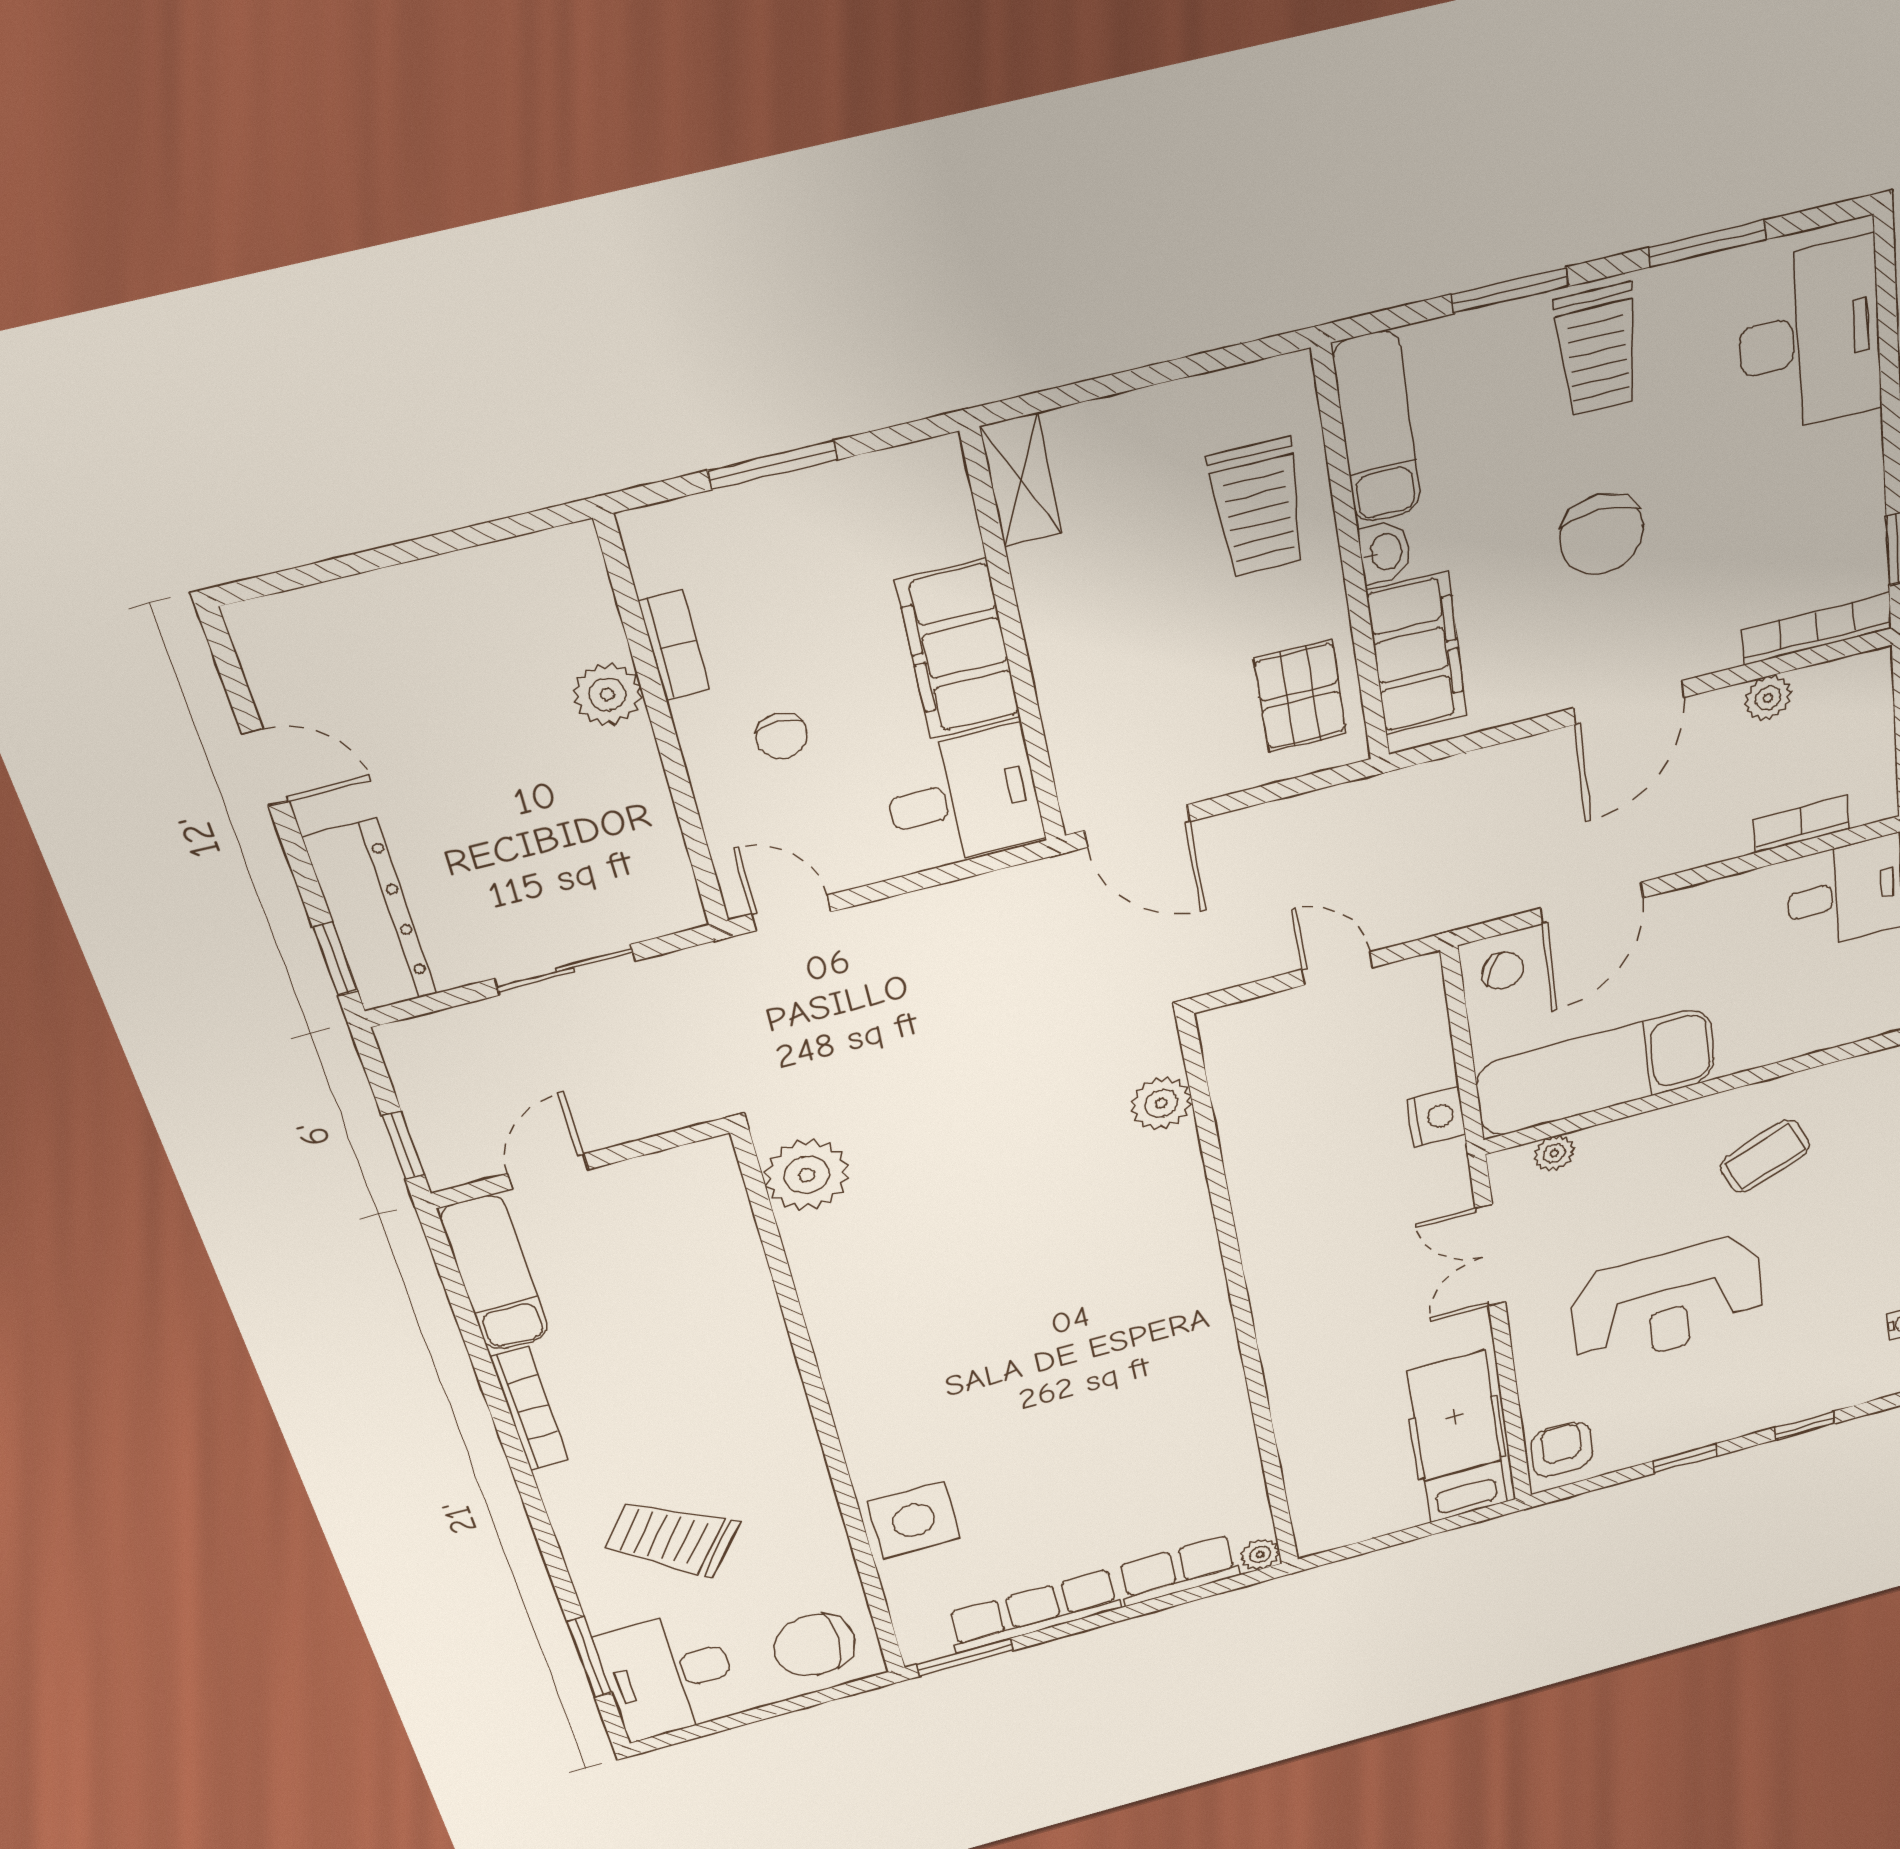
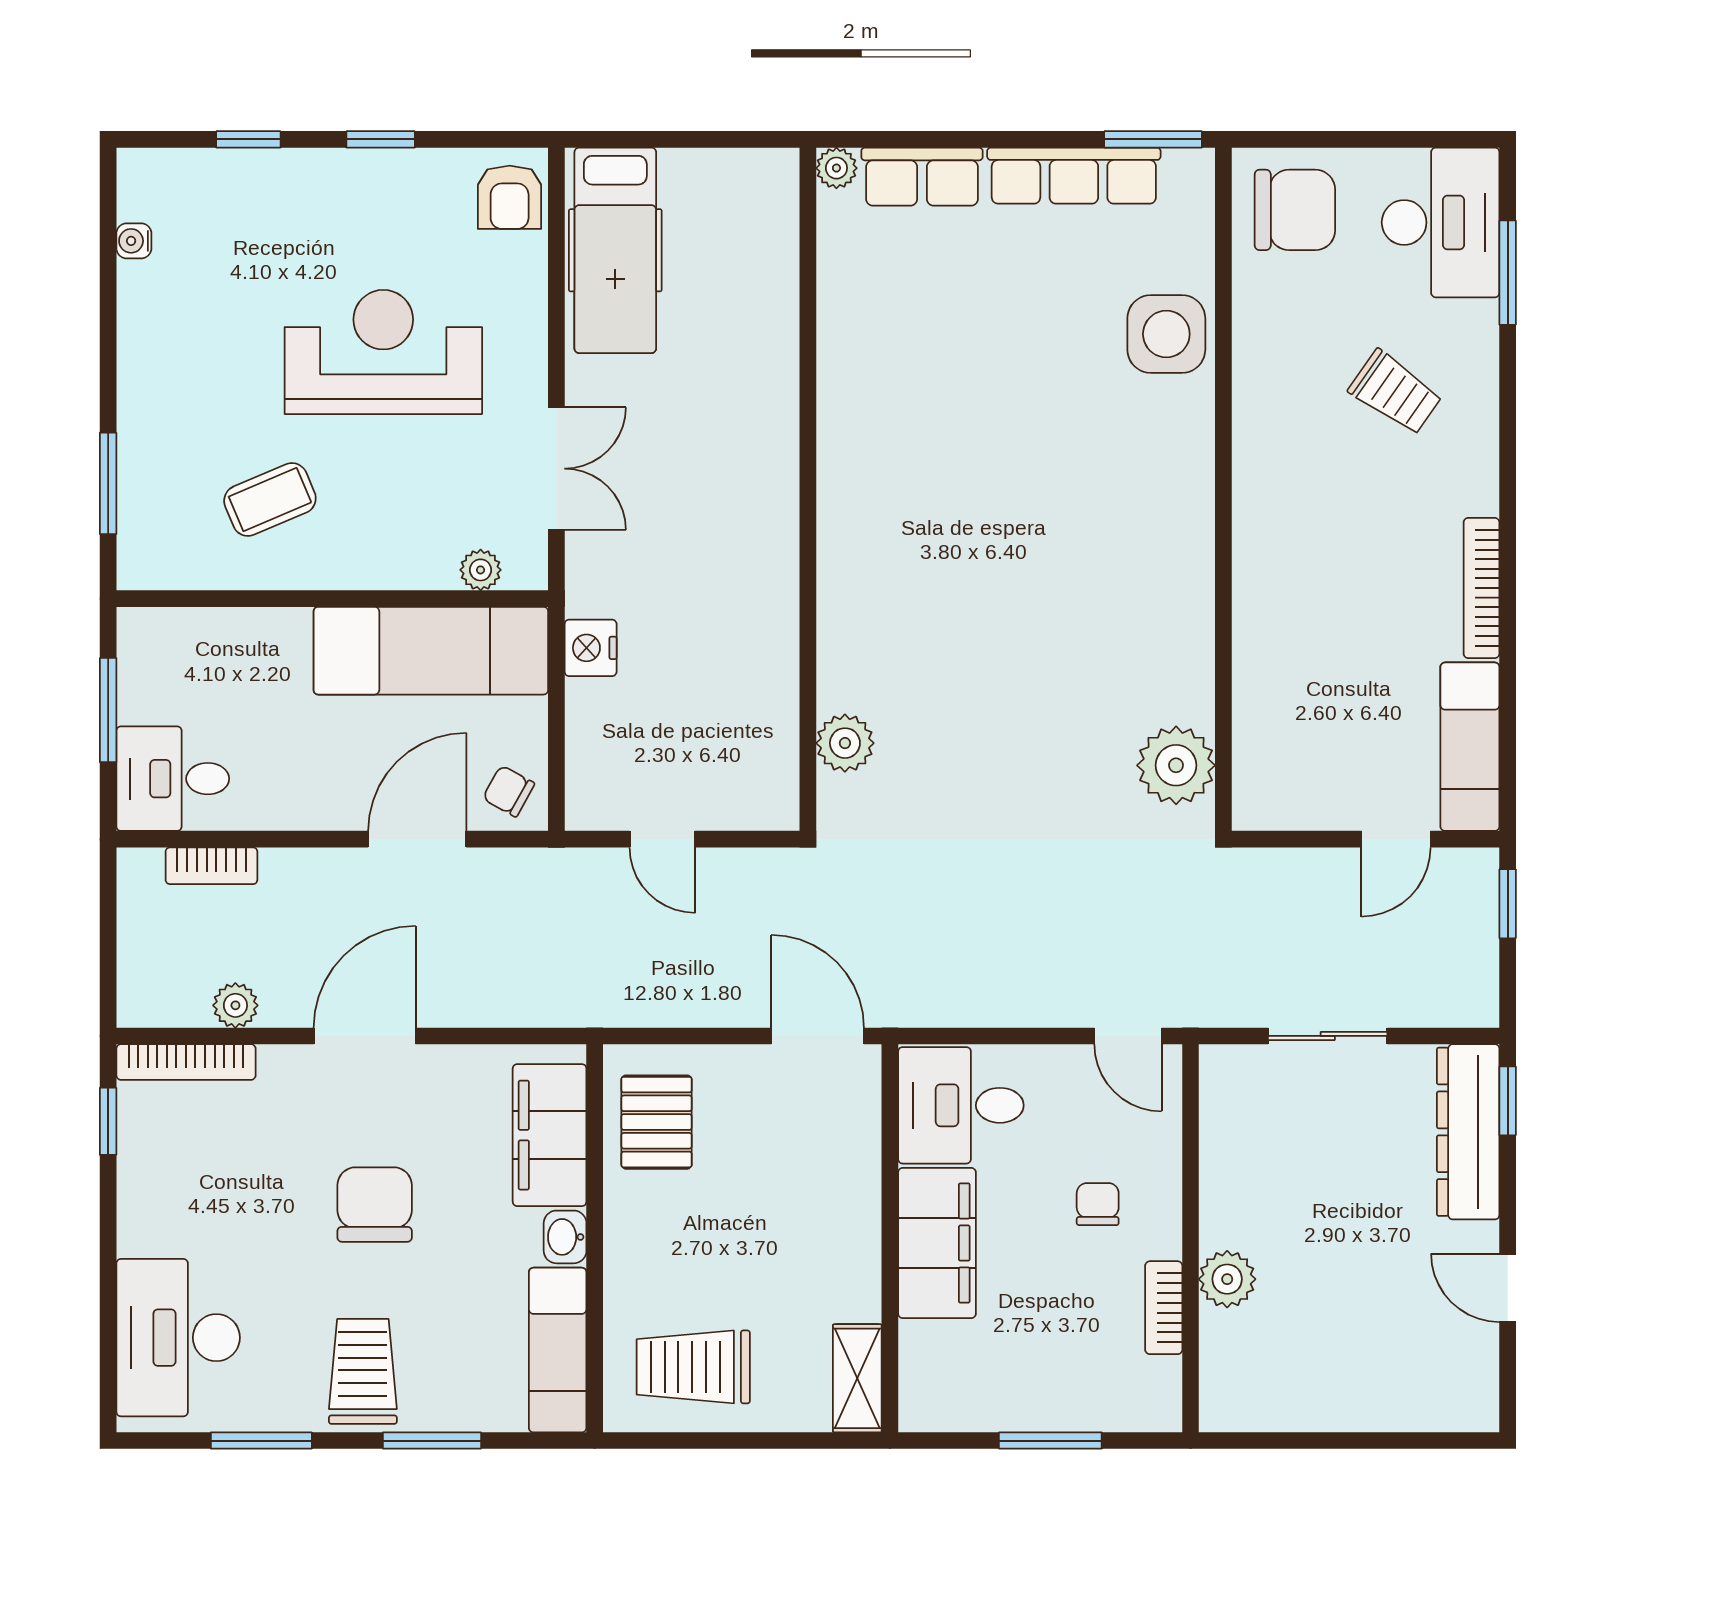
trolley: (1258, 508) -> (693, 1367), moved, turned -90
trolley: (671, 1538) -> (1395, 392), width x0.73, depth x0.72

